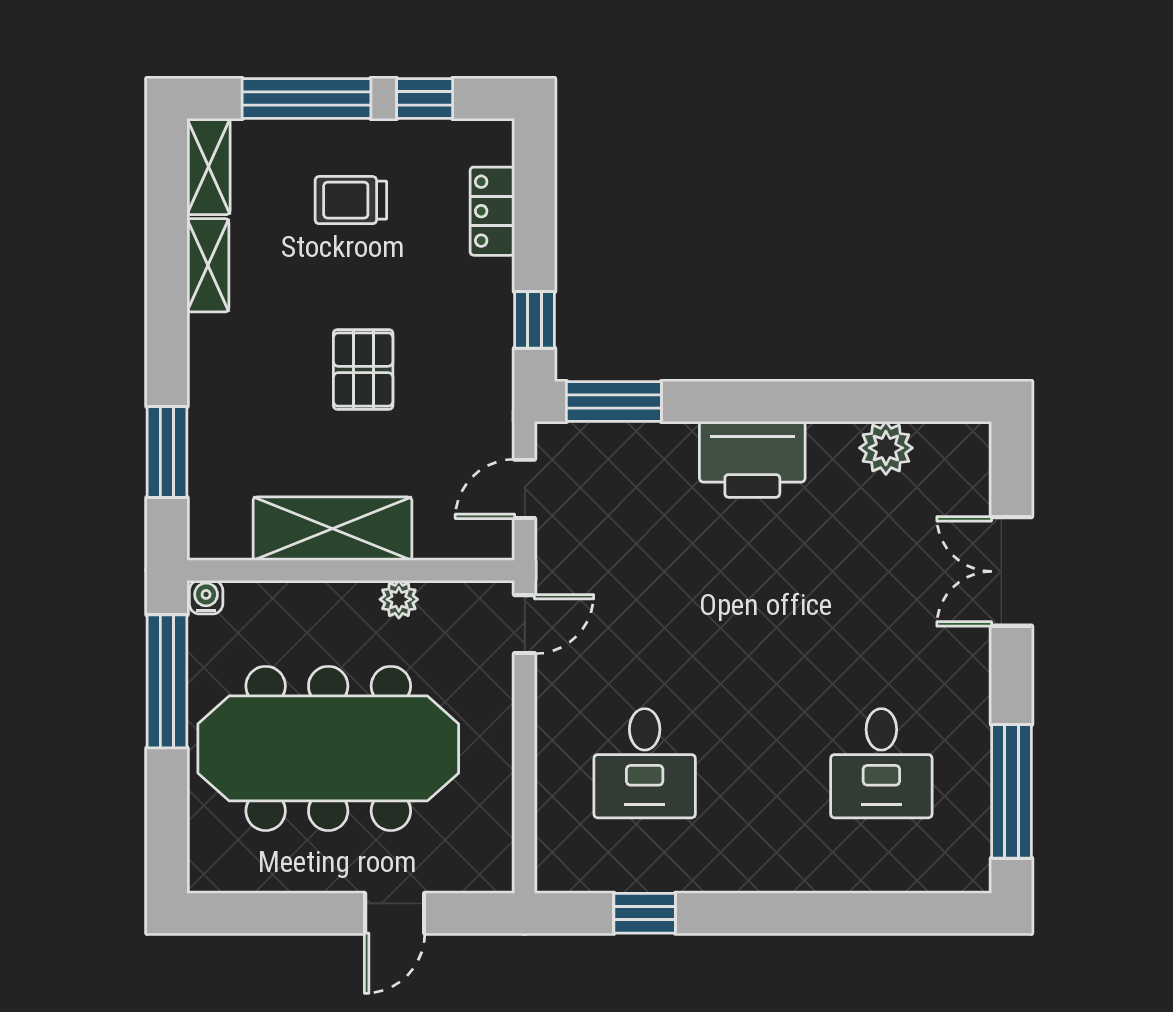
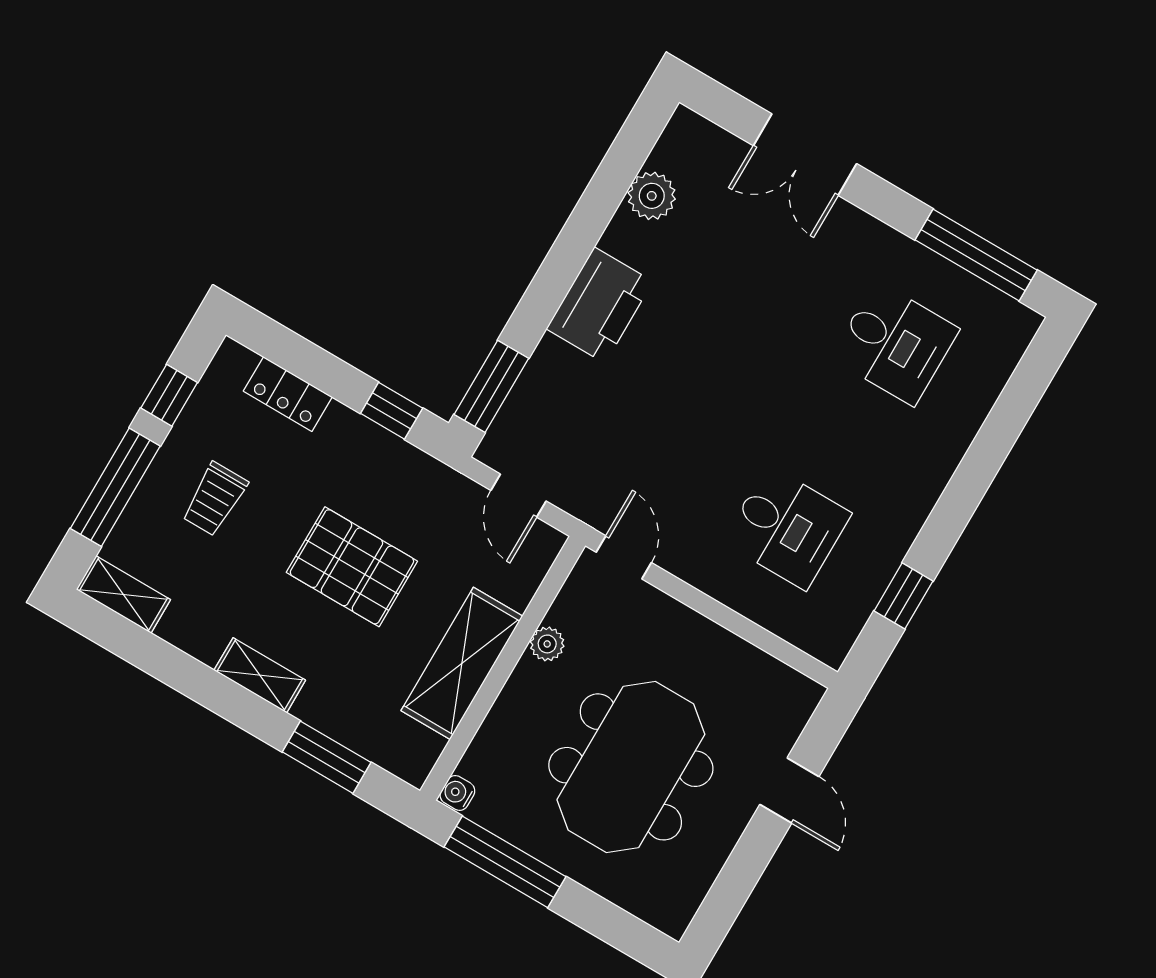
shelving: (208, 265) -> (260, 675), moved
pallet: (363, 369) -> (352, 567), width x1.50, depth x1.42
meeting table: (328, 748) -> (631, 767), width x0.73

